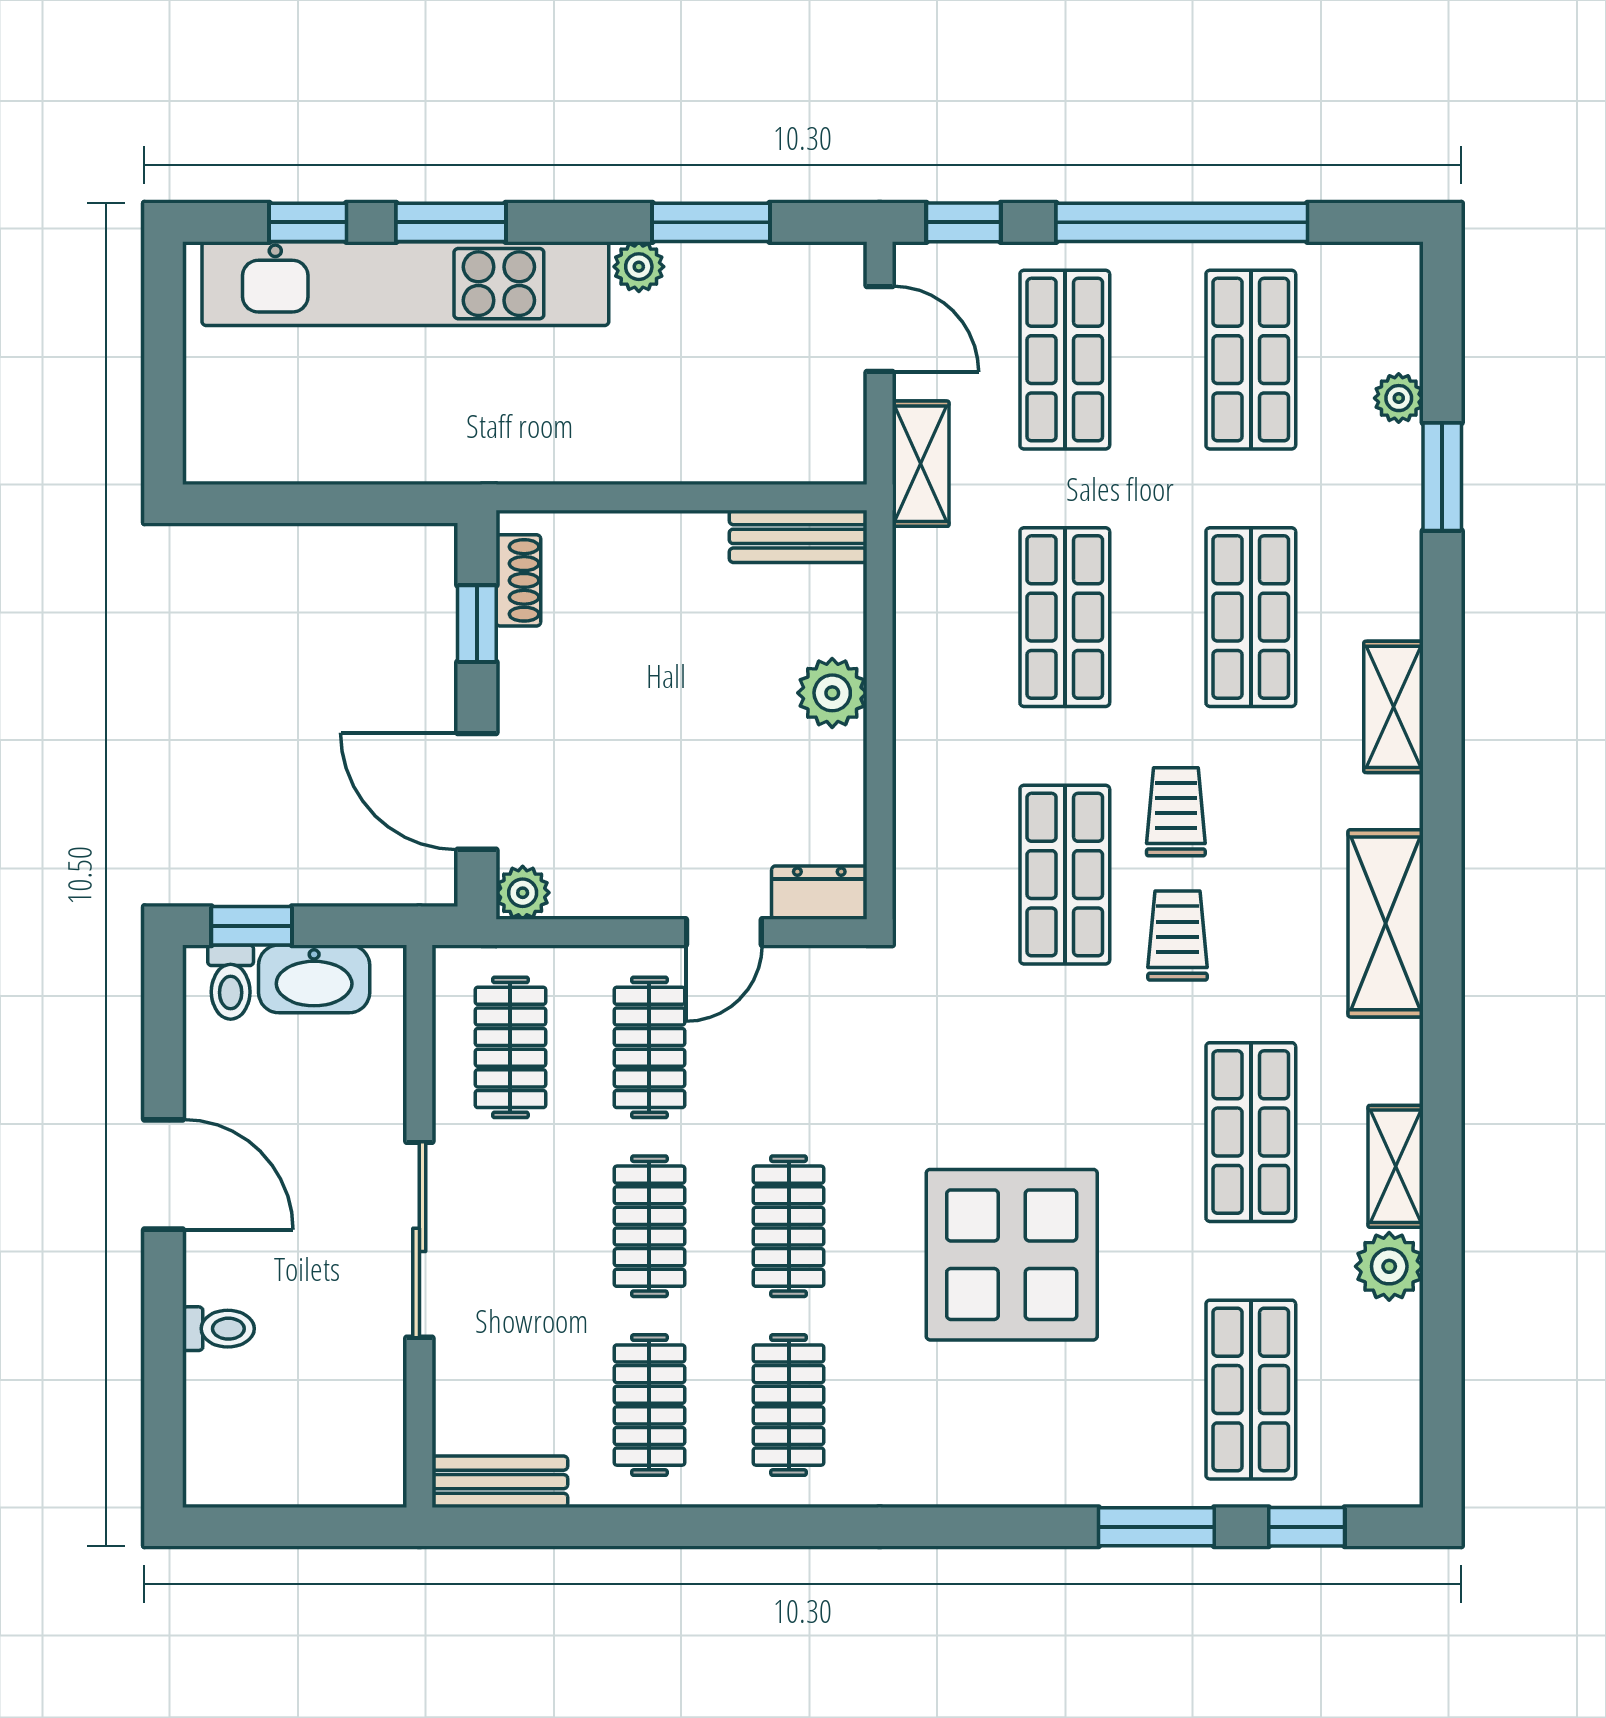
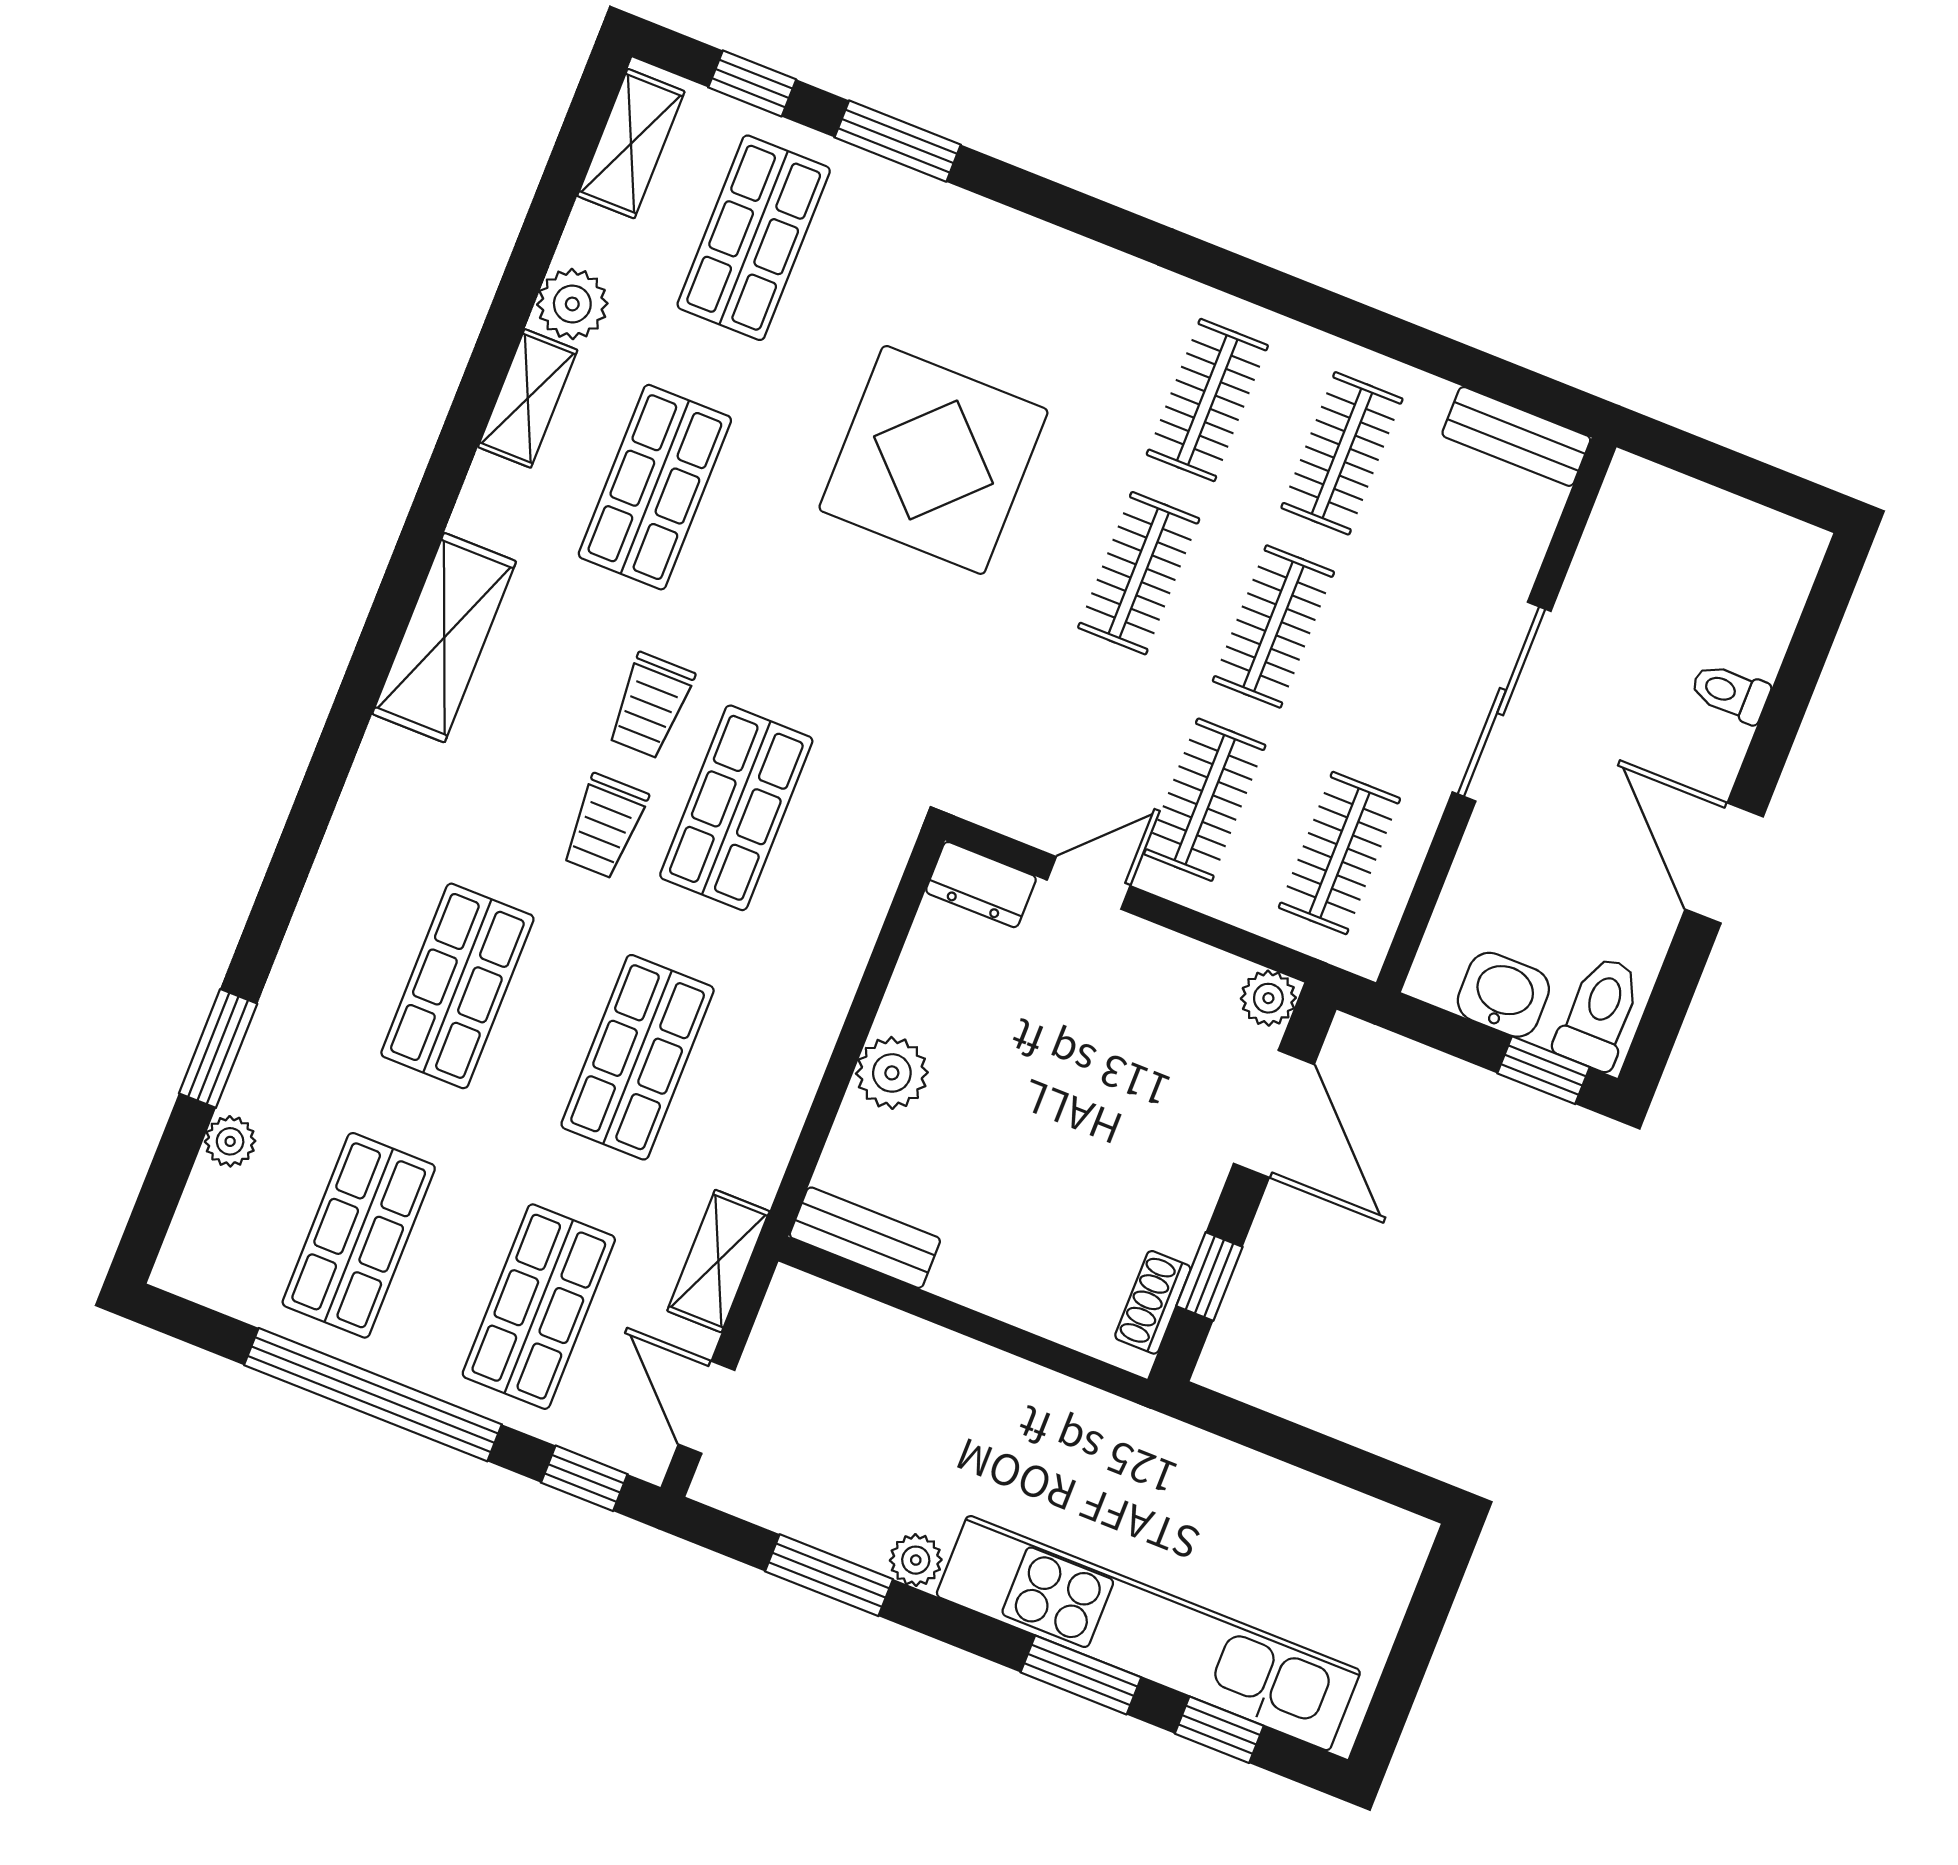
shelving: (1394, 707) -> (631, 144), moved
washbasin: (314, 979) -> (1503, 995), width x0.72
toilet: (231, 982) -> (1599, 1013), width x1.37, depth x1.39

